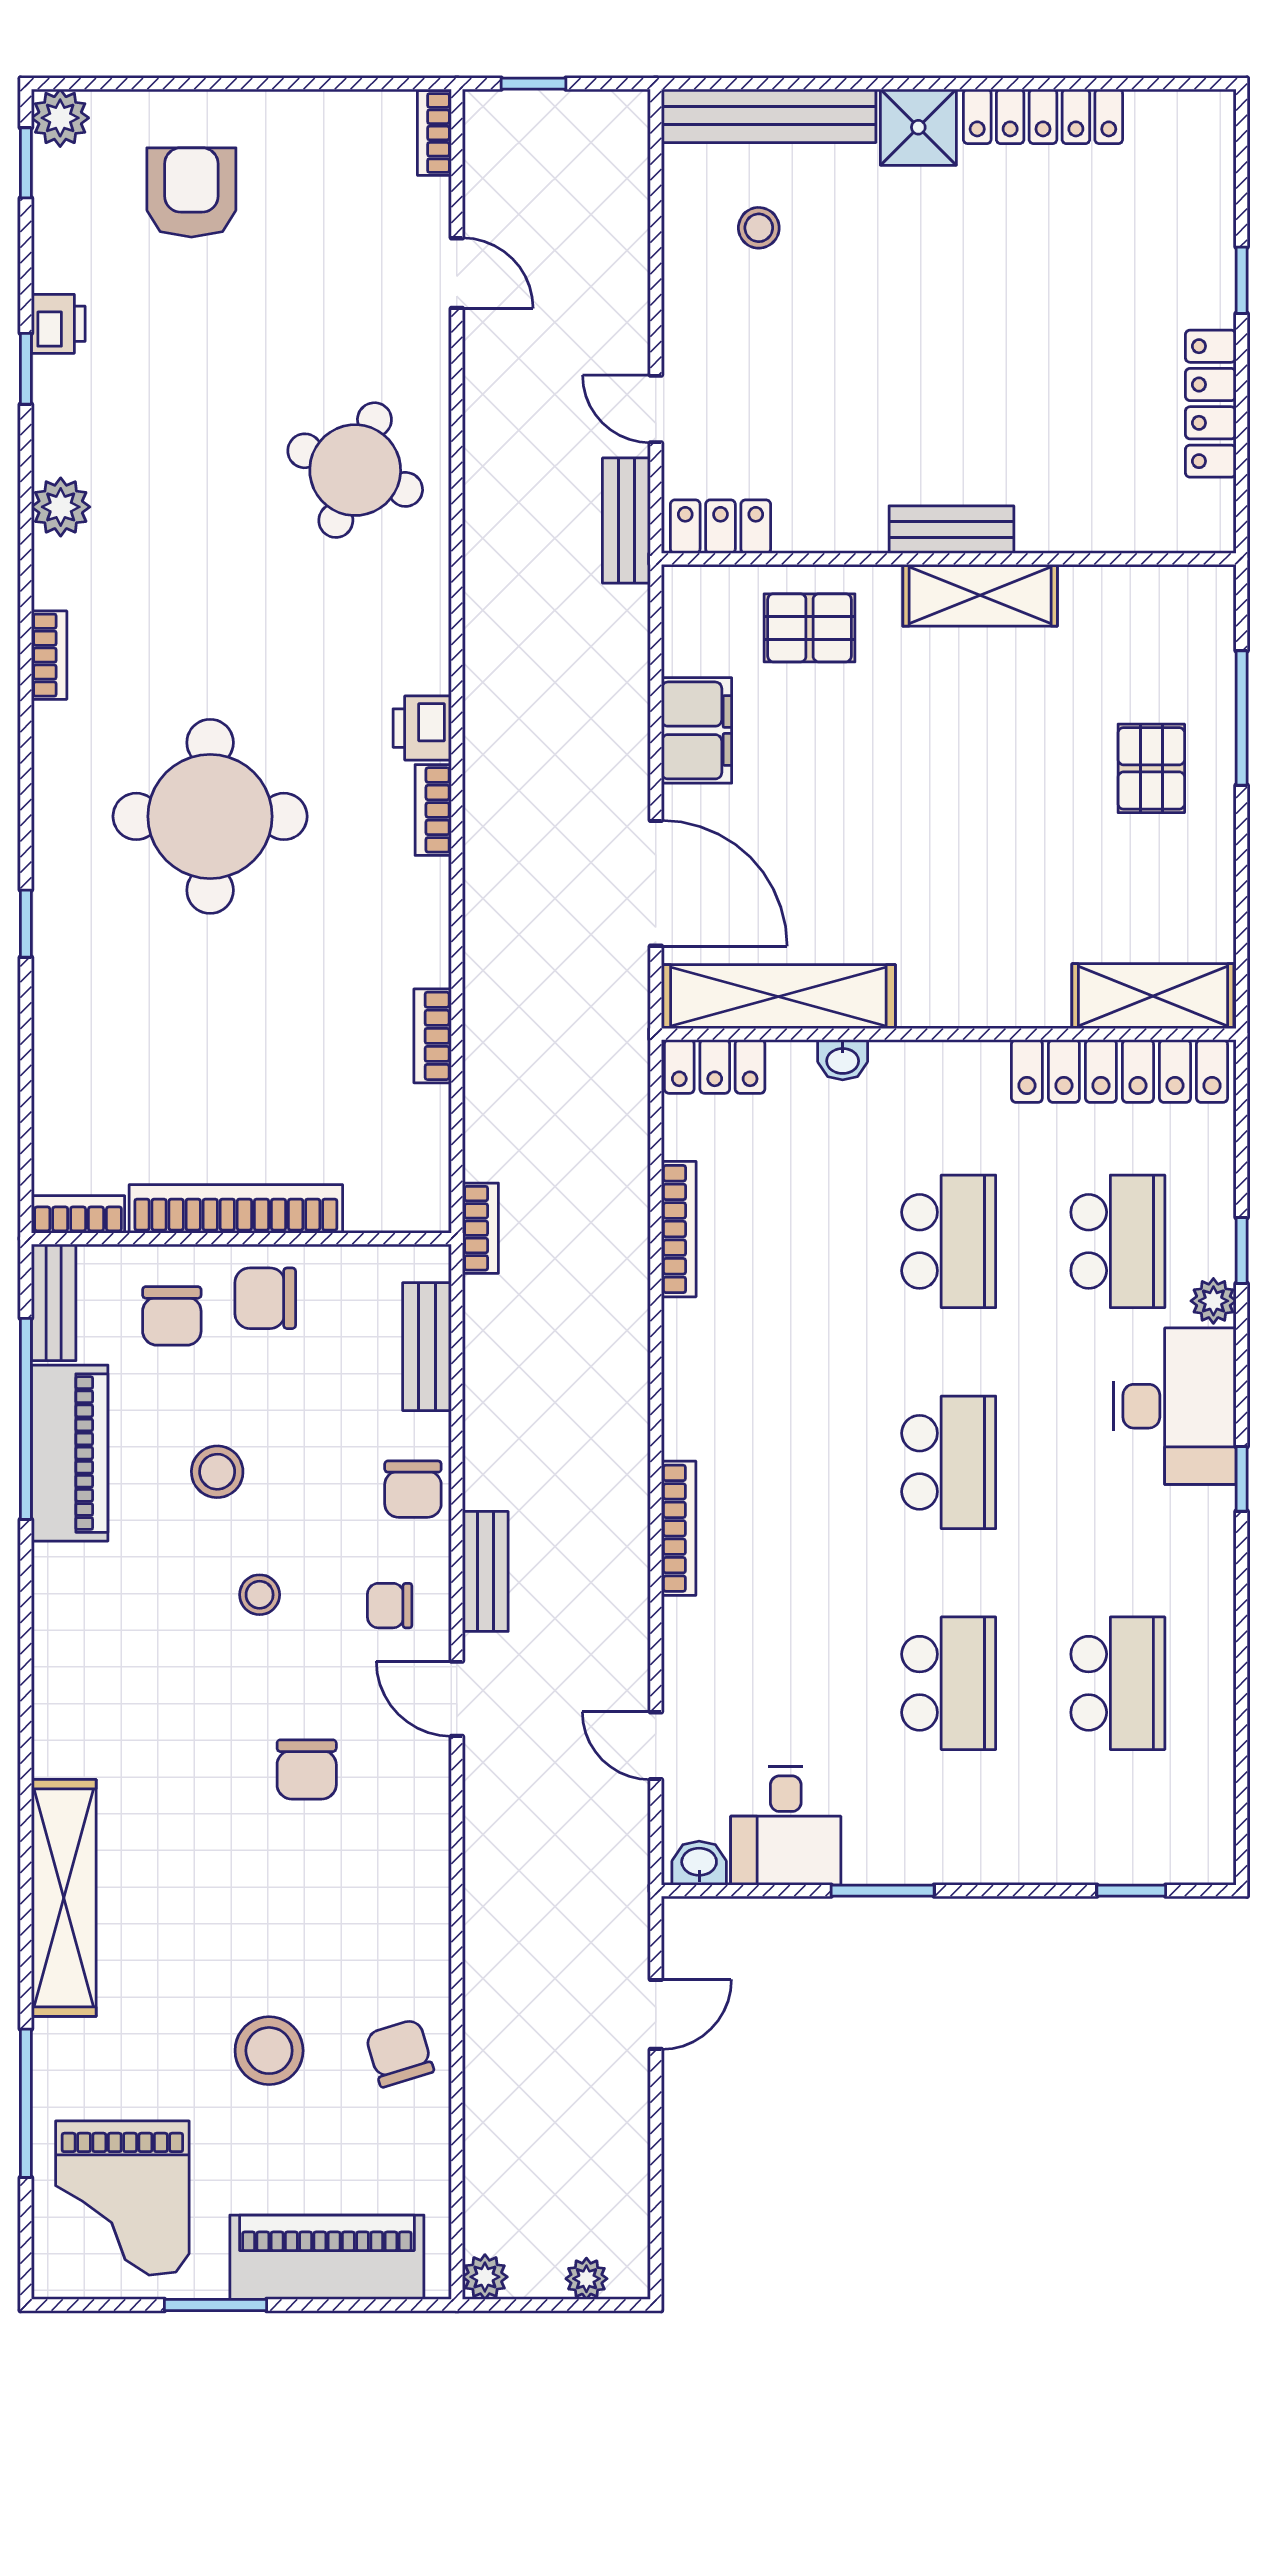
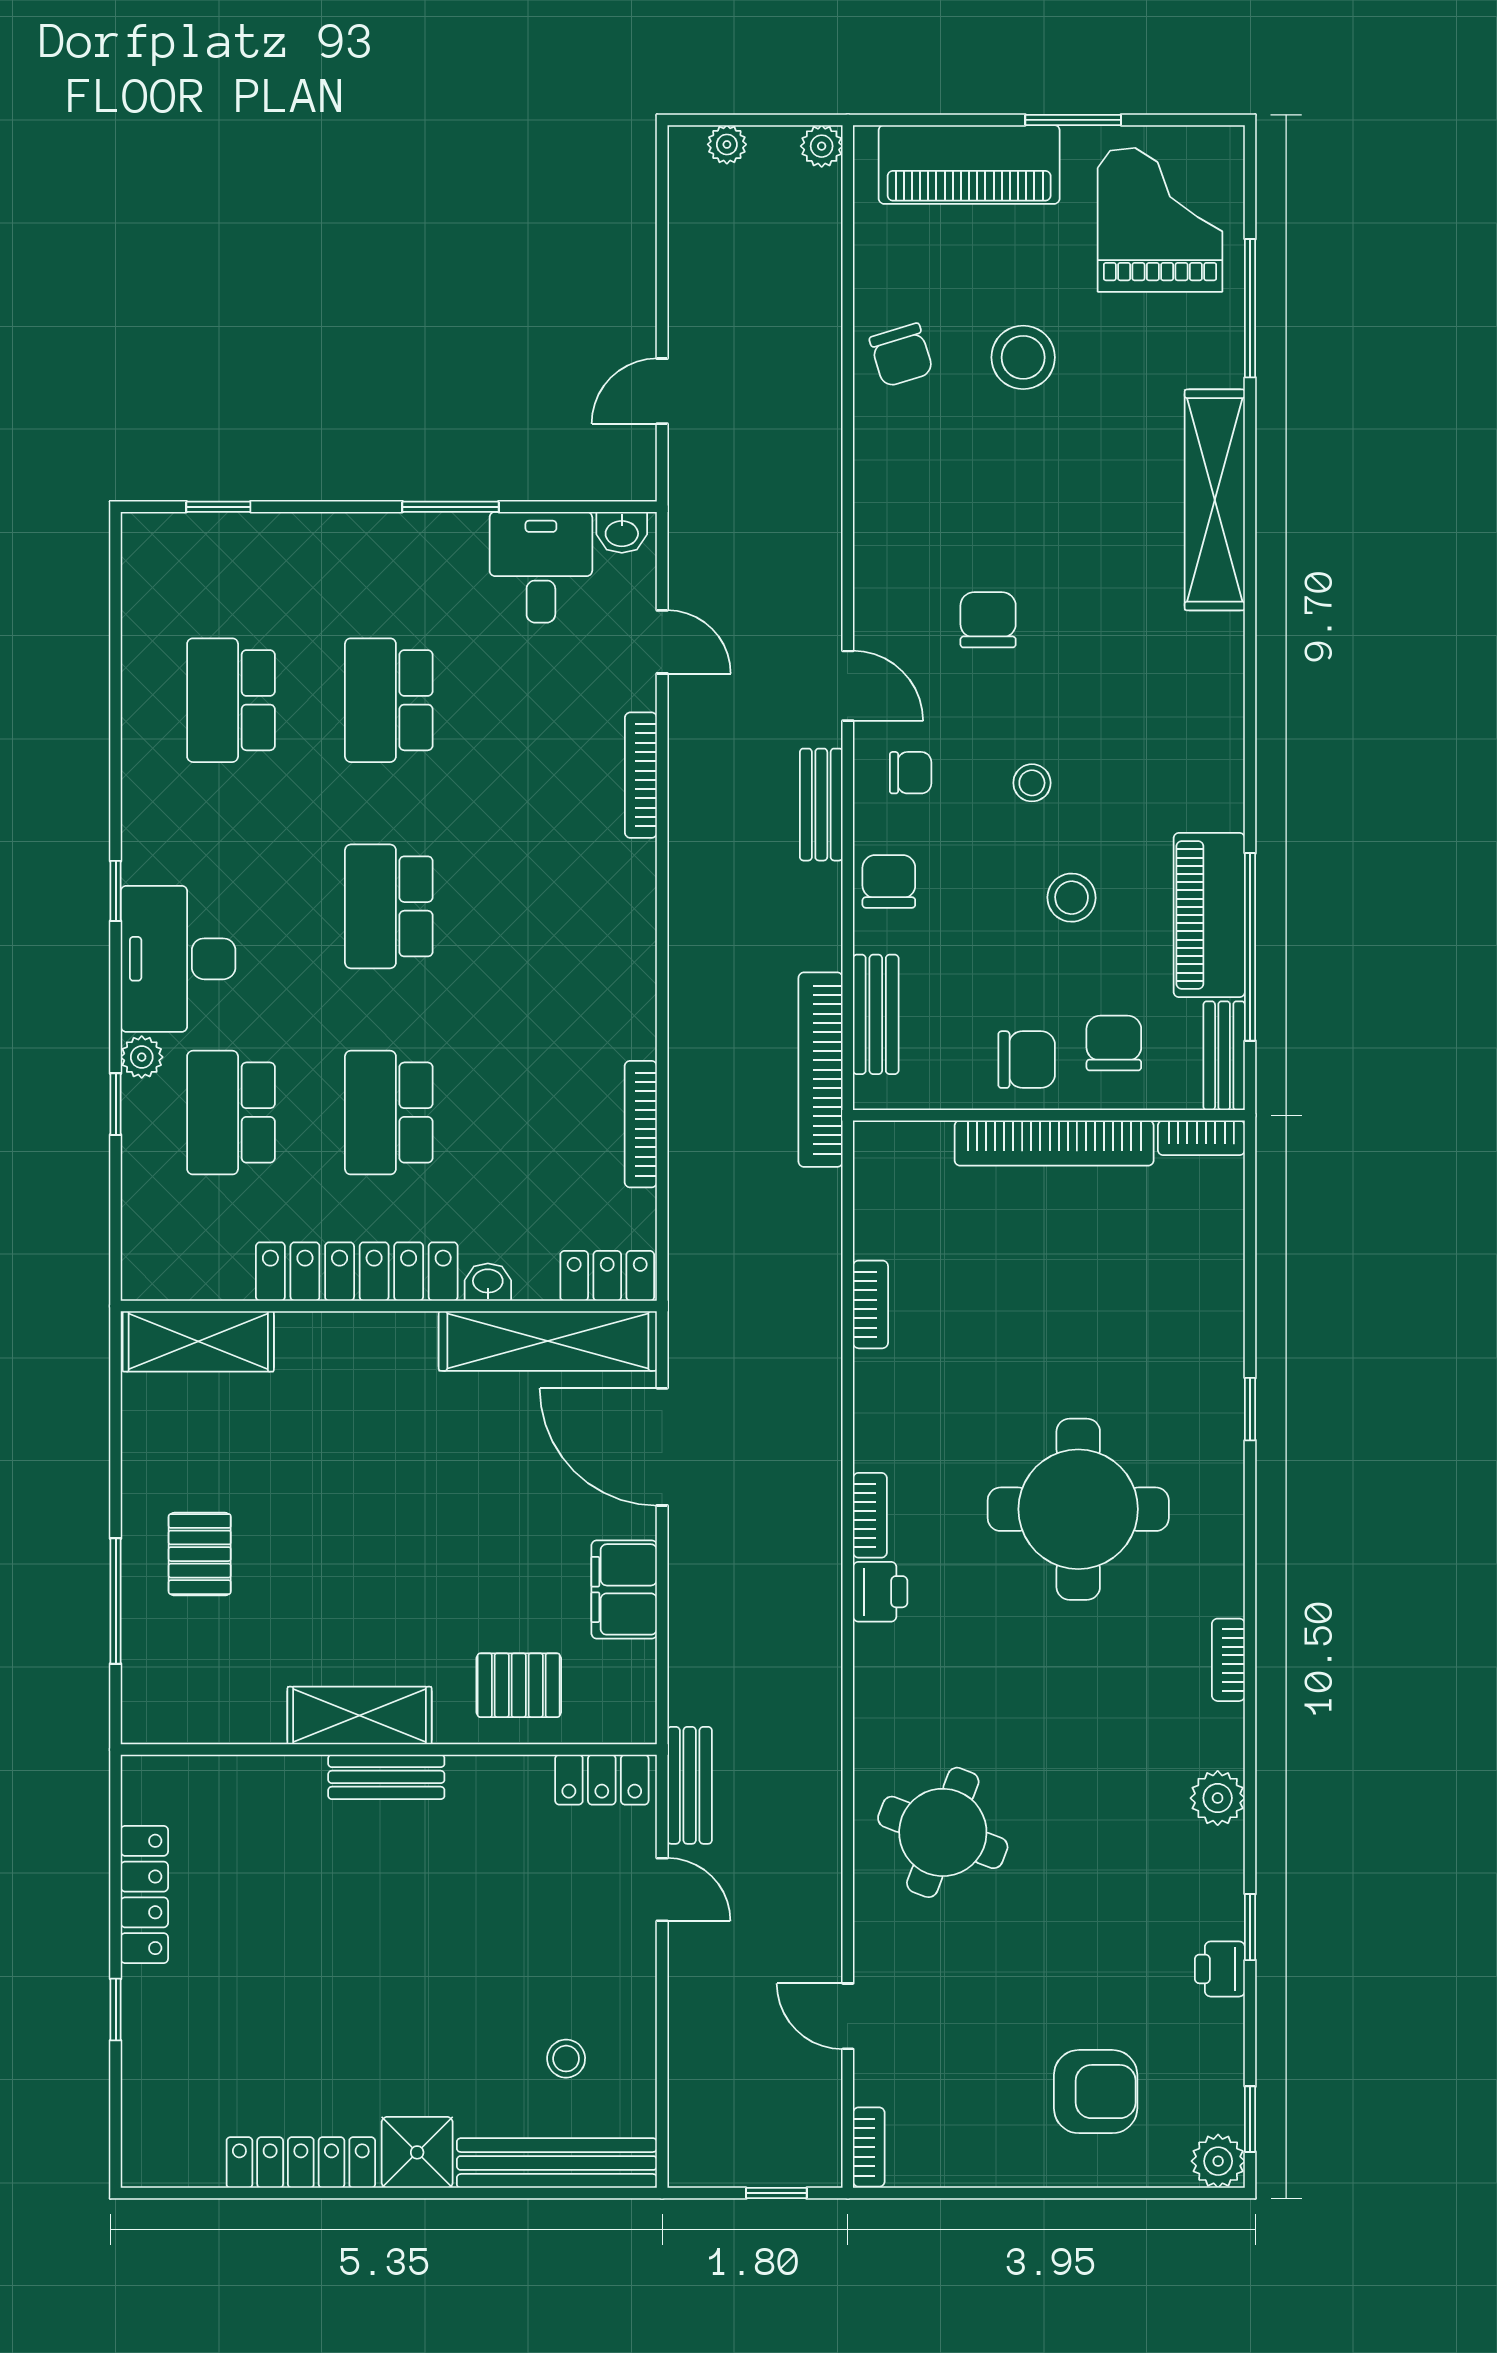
armchair: (191, 192) -> (1096, 2092), turned -90
locker: (1119, 1071) -> (357, 1272), moved
bookcase: (480, 1228) -> (821, 1070), width x2.31, depth x1.31
bookcase: (679, 1528) -> (641, 775), moved

